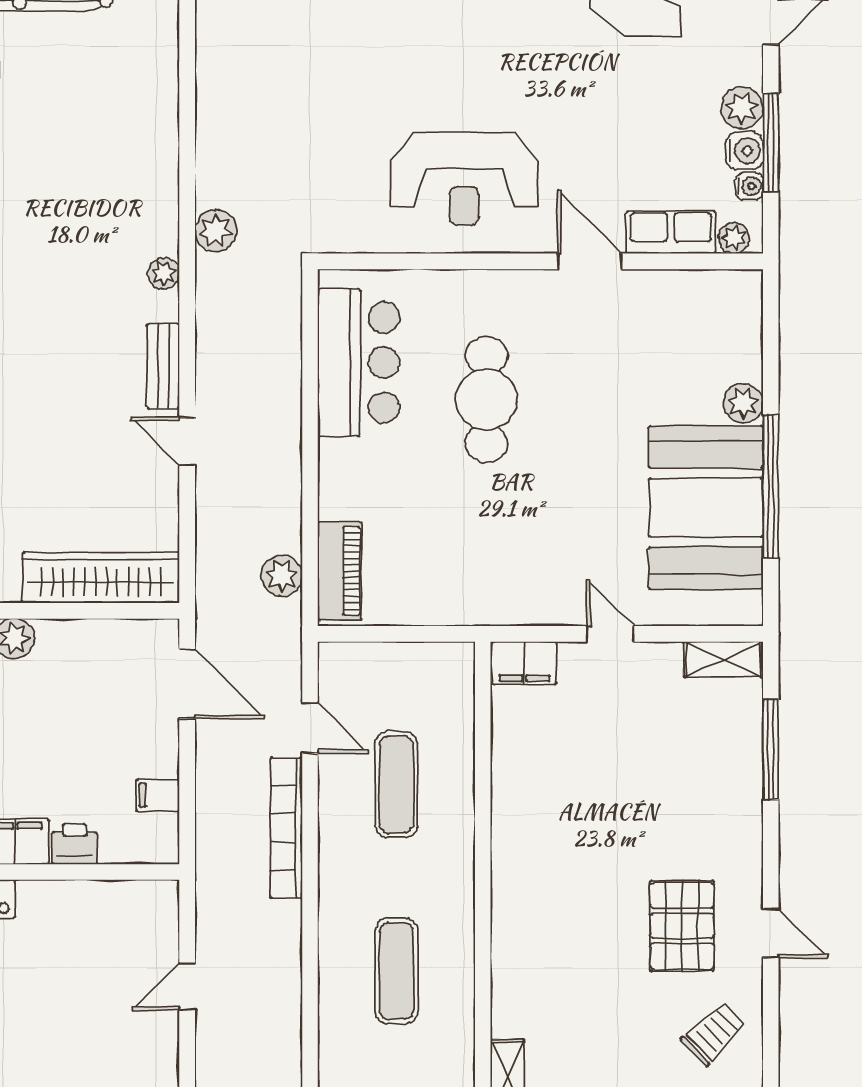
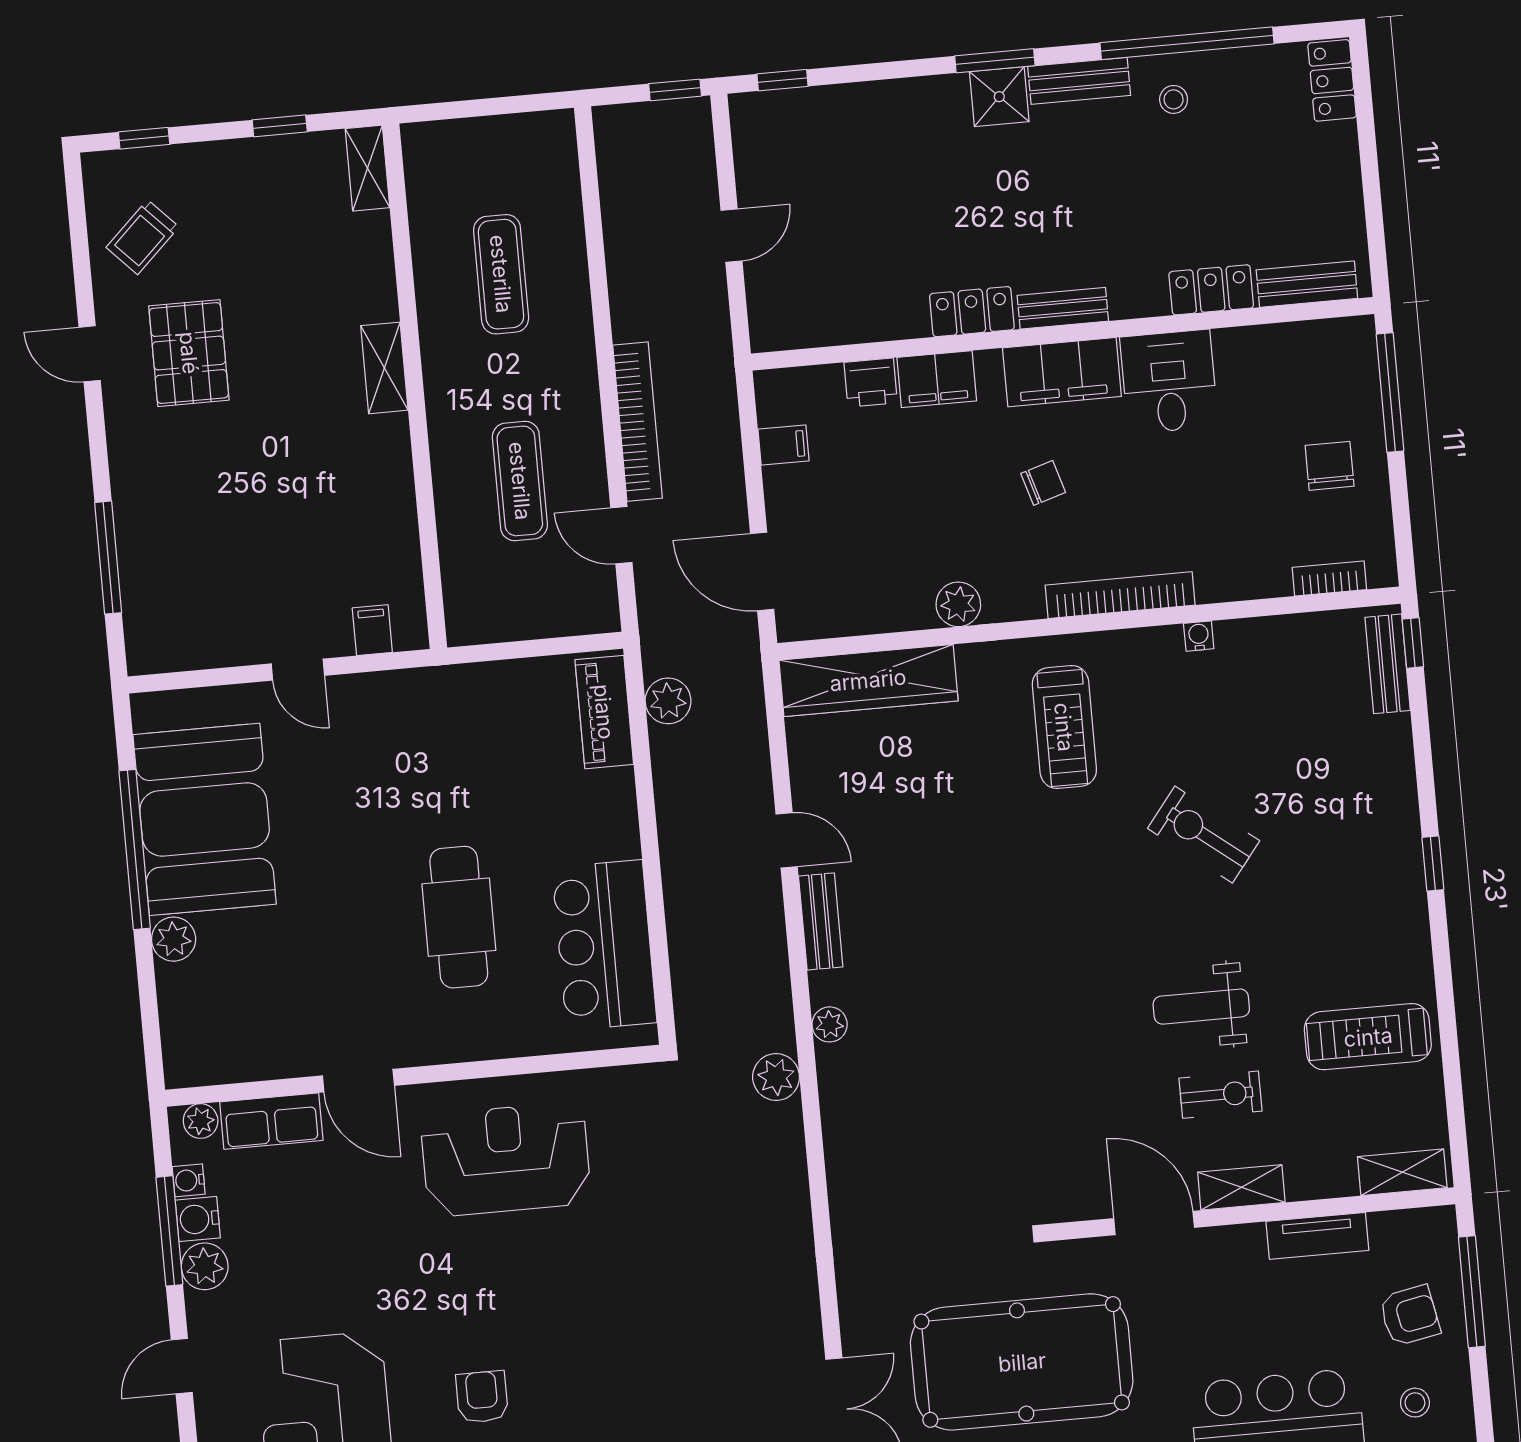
shelving: (723, 659) -> (384, 368), moved, turned 90
filing cabinet: (524, 663) -> (372, 630), width x0.50

